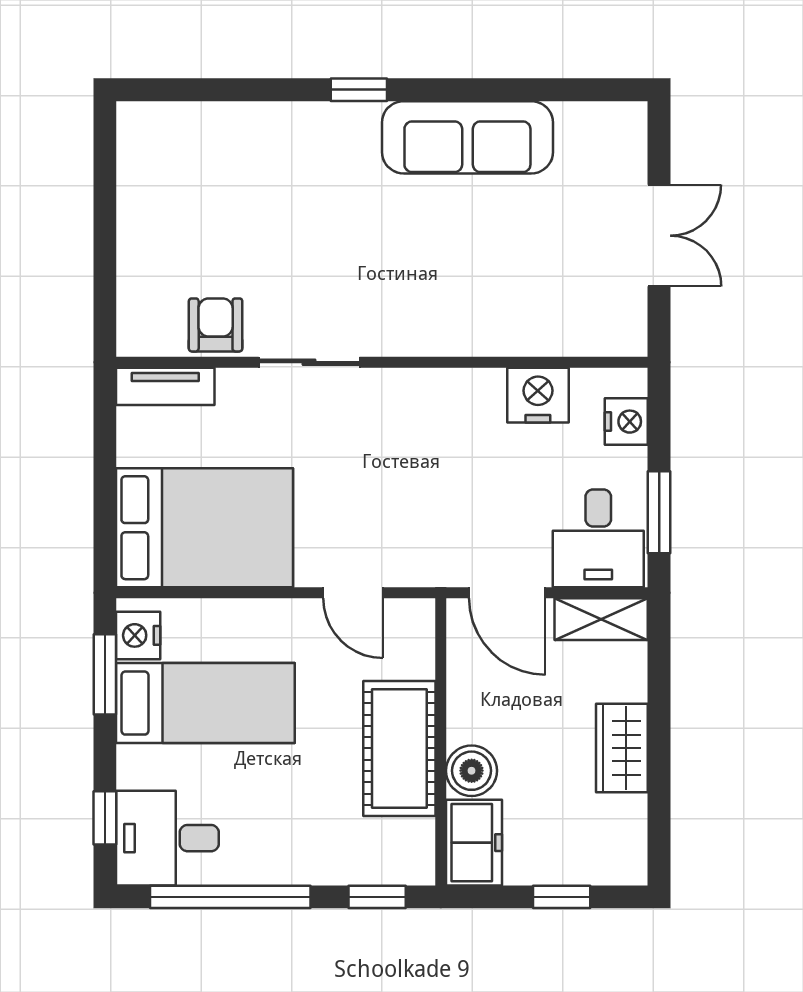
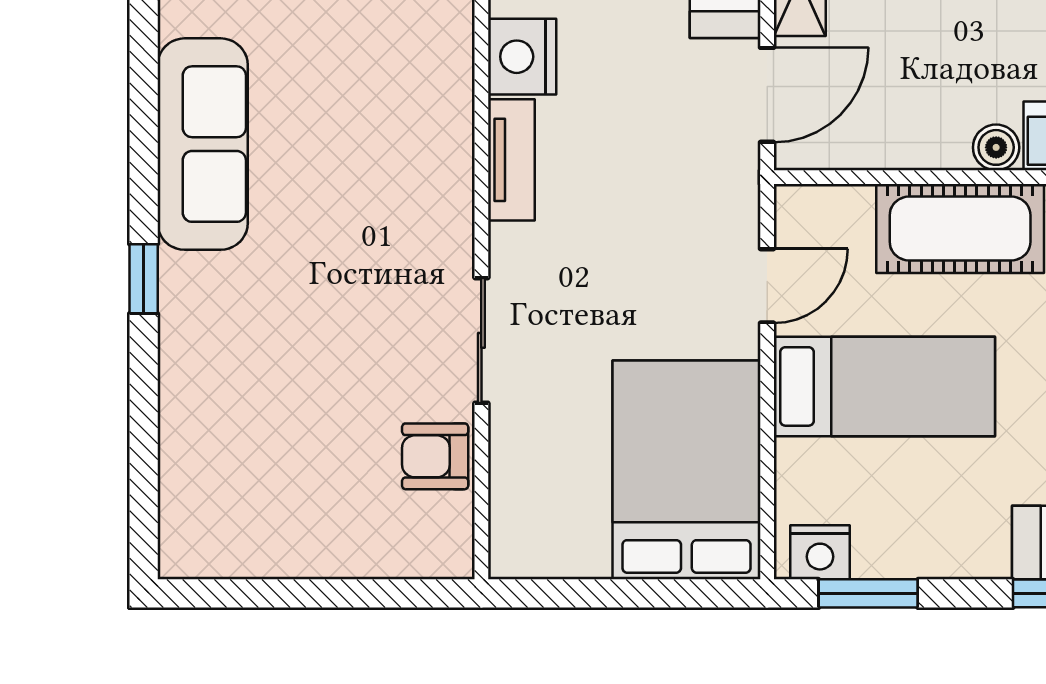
tv unit: (165, 386) -> (511, 160), moved
bed: (205, 703) -> (884, 386), moved, turned 90
boiler: (472, 771) -> (996, 147), width x0.73, depth x0.73

